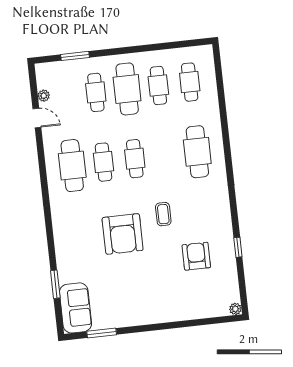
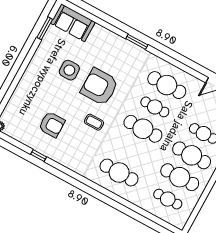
cafe table: (158, 85) -> (180, 177), width x1.37, depth x1.35
cafe table: (135, 159) -> (143, 129), width x1.37, depth x1.35
side table: (127, 277) -> (69, 70), added
window: (55, 284) -> (137, 42), moved

